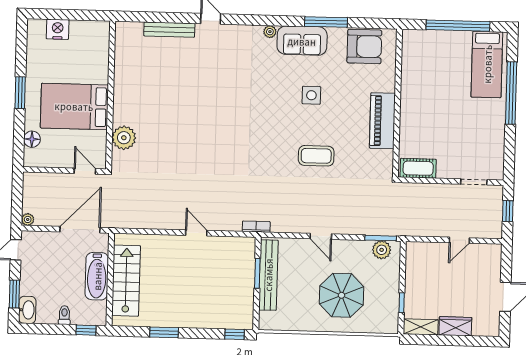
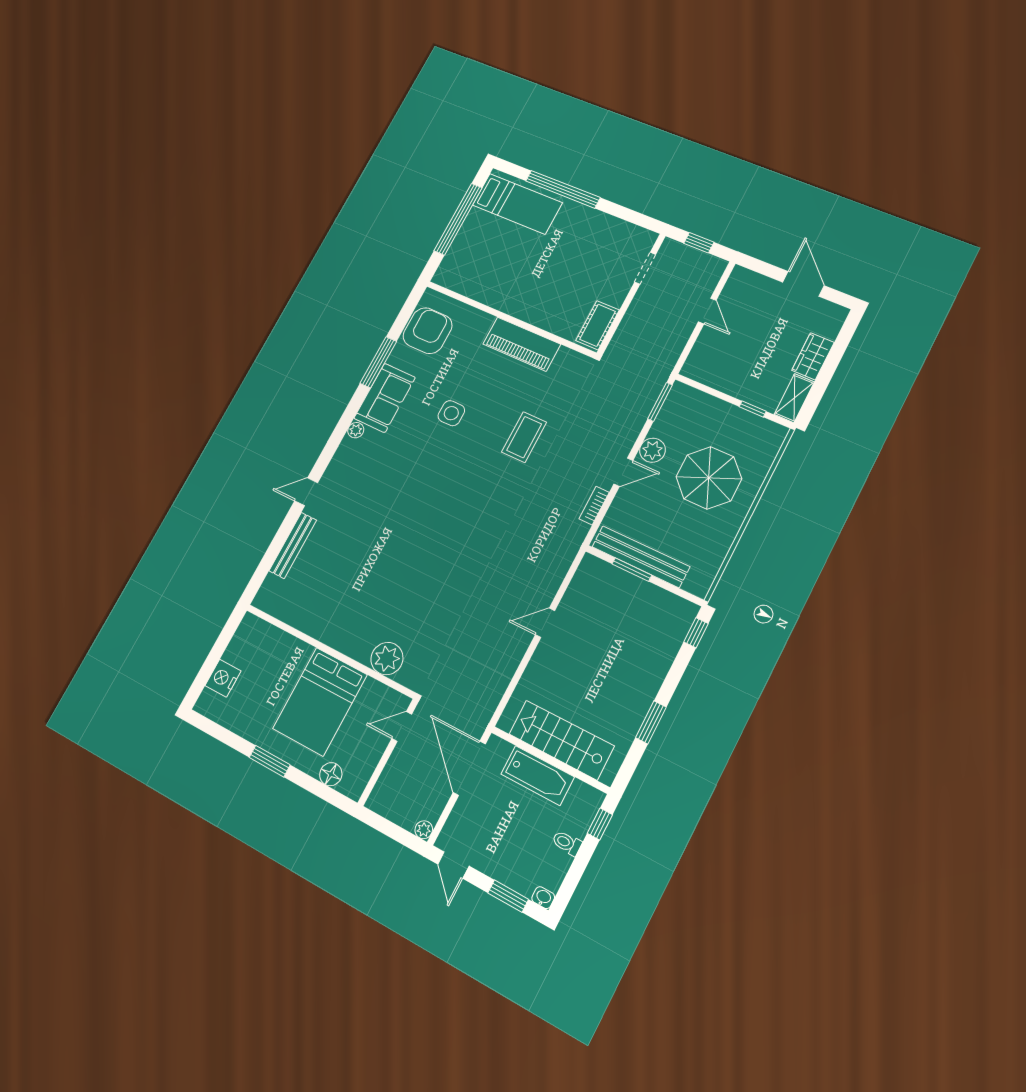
bookcase: (256, 227) -> (594, 506), moved
plant: (382, 250) -> (652, 450), moved
washbasin: (27, 310) -> (543, 898), width x0.52, depth x0.69

